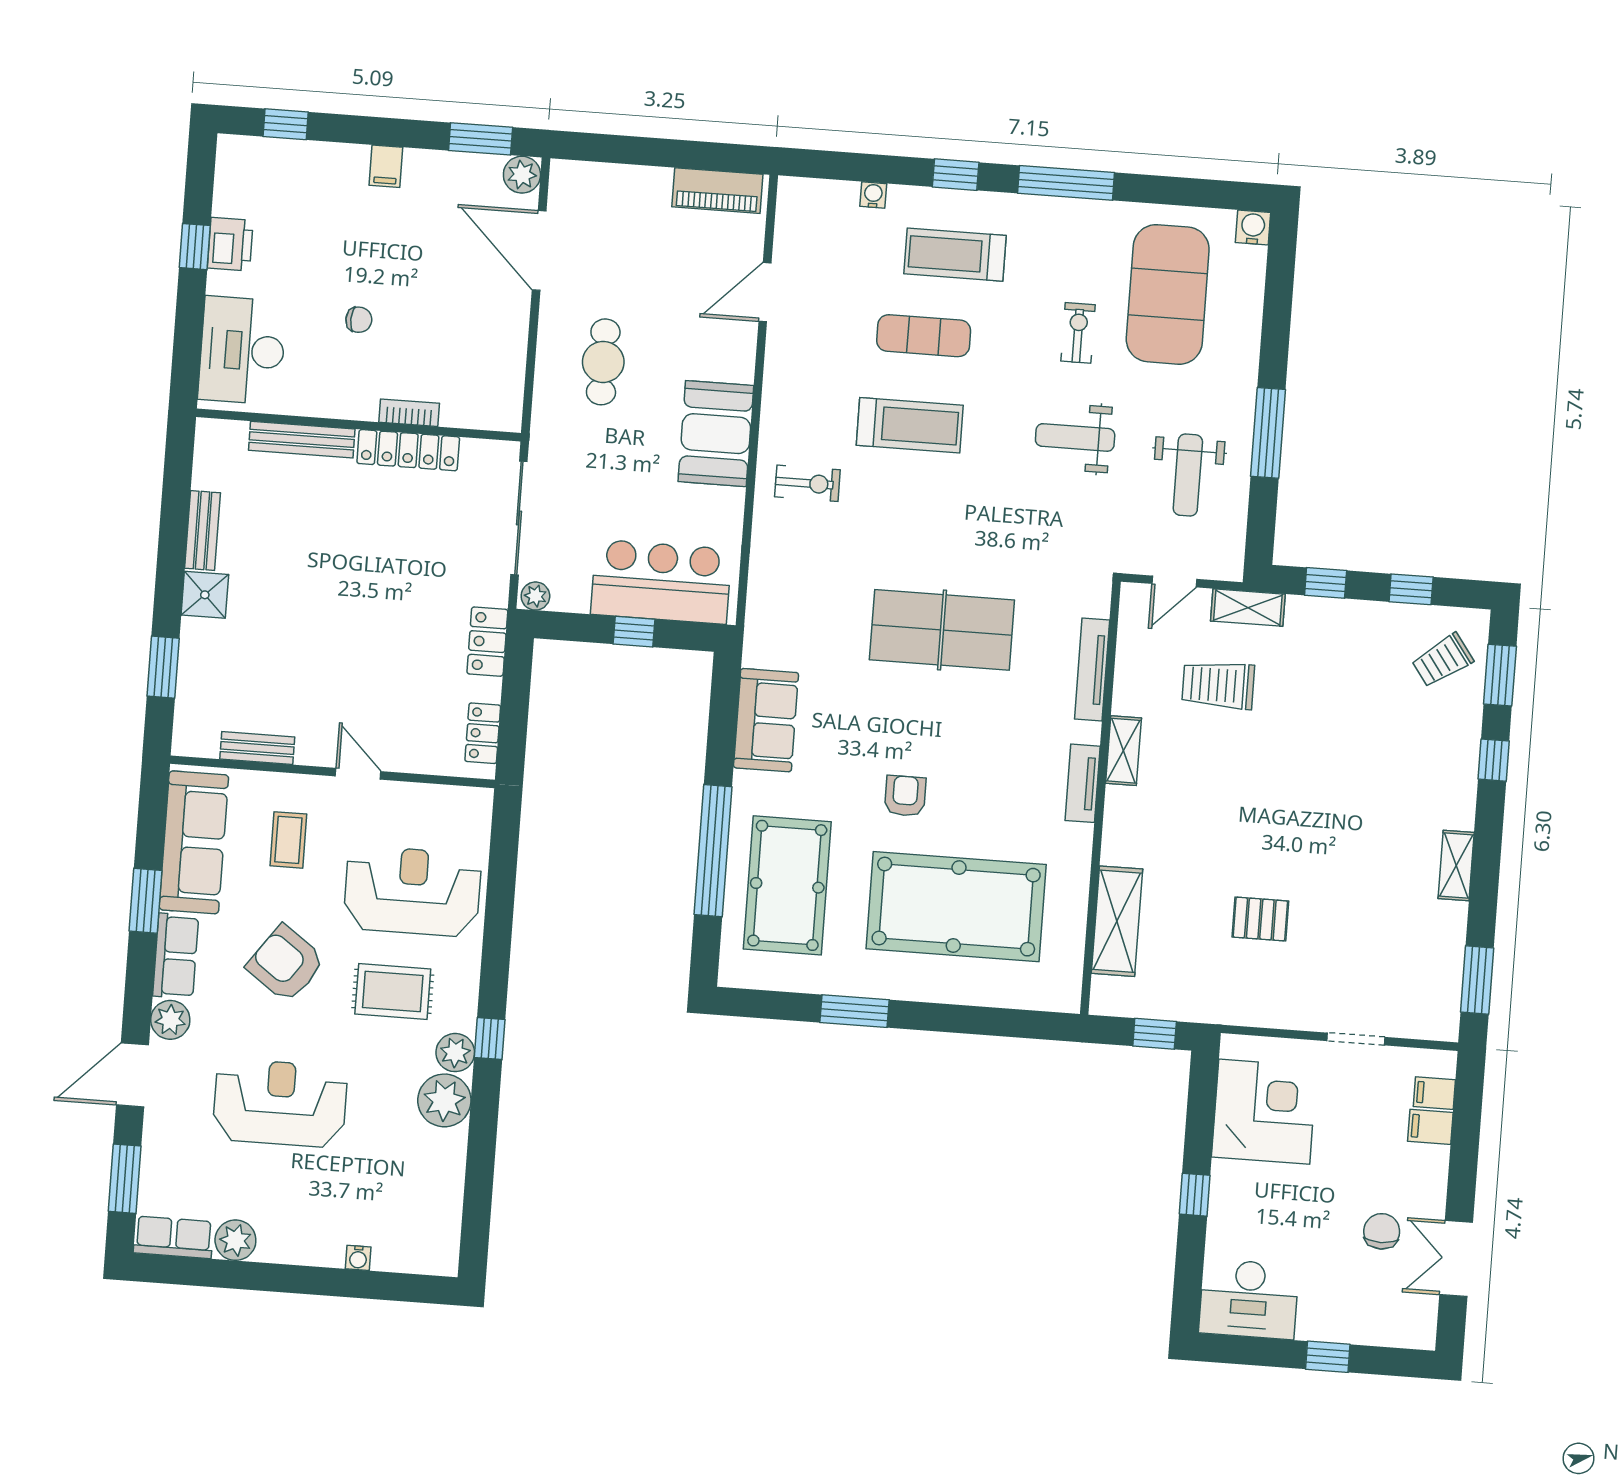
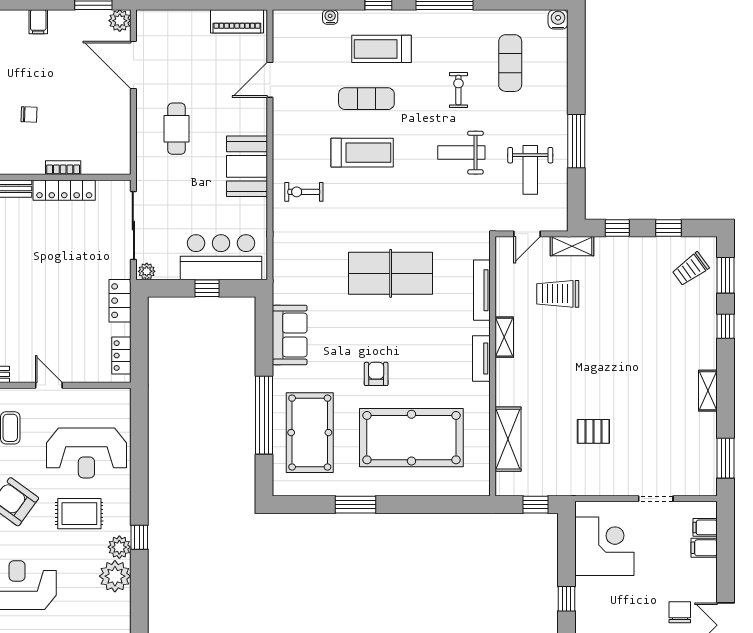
exercise mat: (1168, 294) -> (510, 63), width x0.50, depth x0.69
exercise bike: (807, 483) -> (304, 192), turned 180
reception desk: (412, 891) -> (86, 453), turned 180

